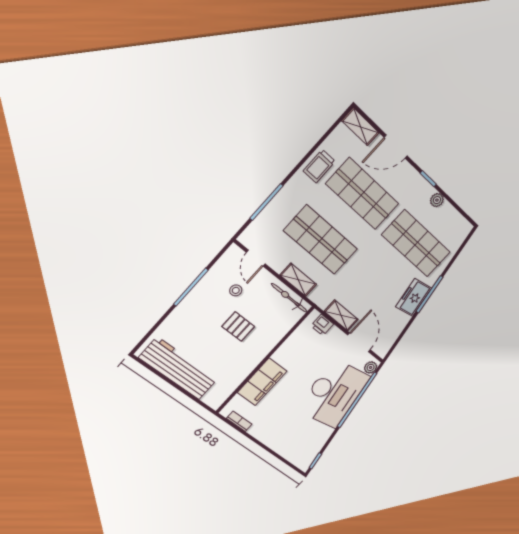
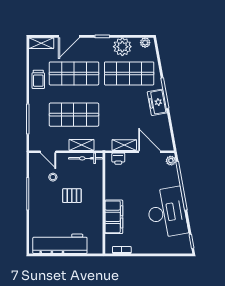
plant: (437, 200) -> (122, 47), width x1.88, depth x1.88
plant: (461, 224) -> (145, 43), added
desk: (334, 393) -> (167, 213), moved

